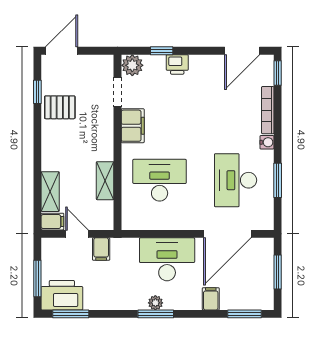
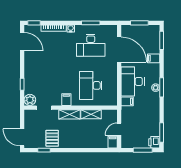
printer: (177, 64) -> (29, 76), removed
filing cabinet: (133, 126) -> (66, 100), width x0.50
shelving: (50, 192) -> (69, 114), moved
filing cabinet: (101, 249) -> (127, 101), moved
printer: (62, 295) -> (154, 142), width x0.53, depth x0.68

